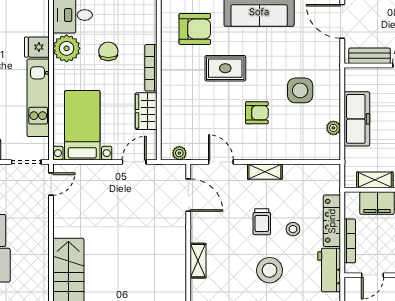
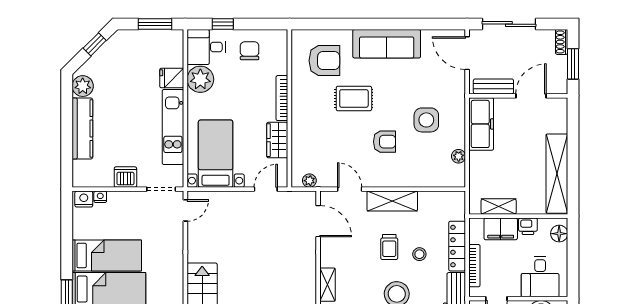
chair: (108, 51) -> (250, 51), moved
freezer: (357, 119) -> (481, 124), moved
shelving: (265, 172) -> (392, 201), width x1.50, depth x1.33

